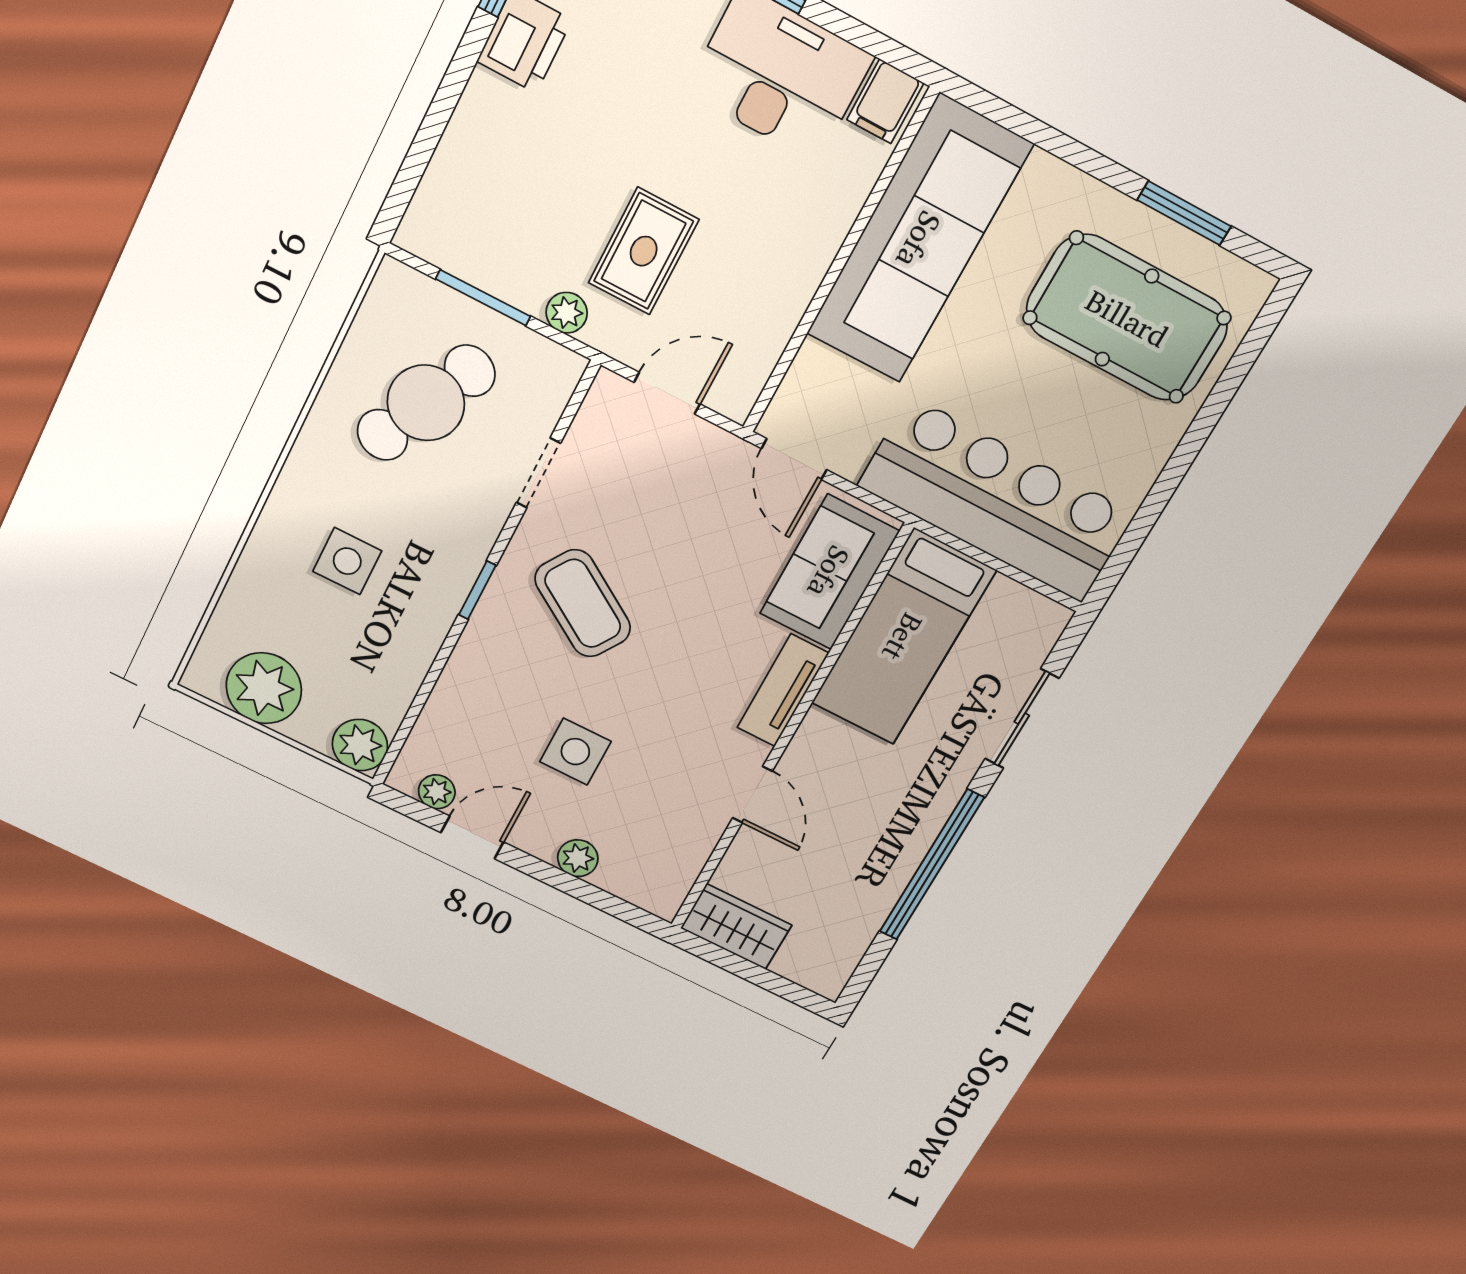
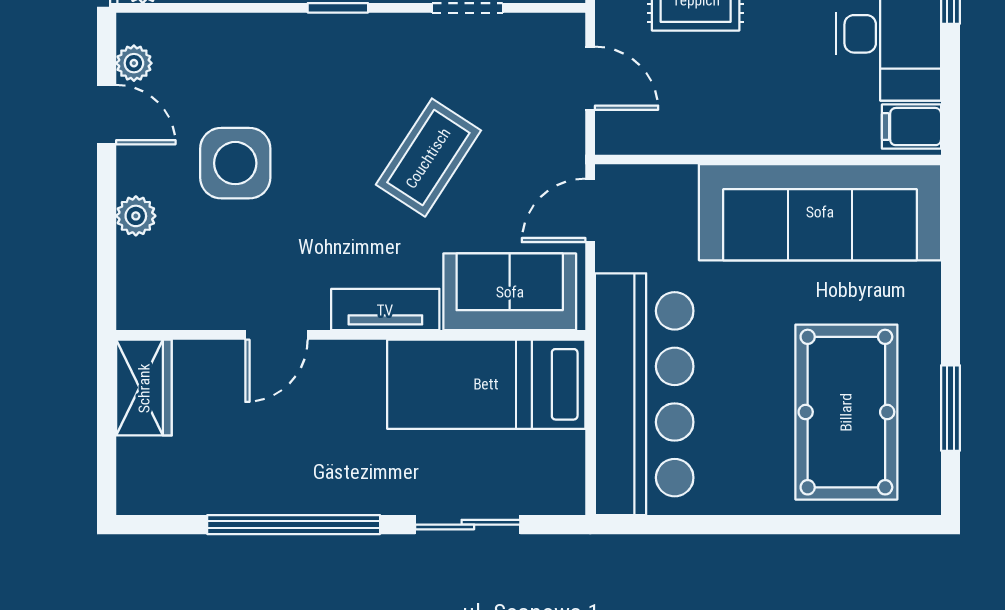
coffee table: (583, 603) -> (428, 158), moved
side table: (575, 752) -> (235, 163), width x1.37, depth x1.37

